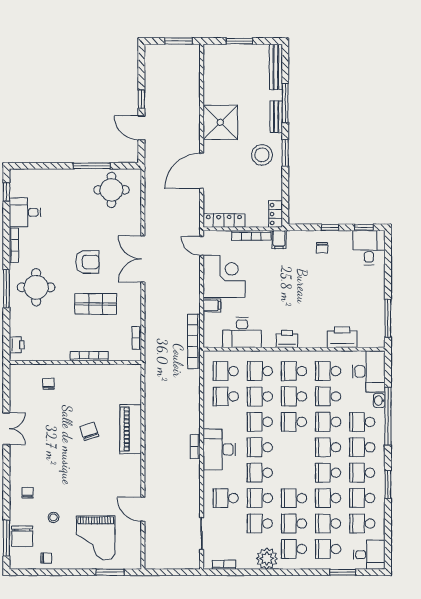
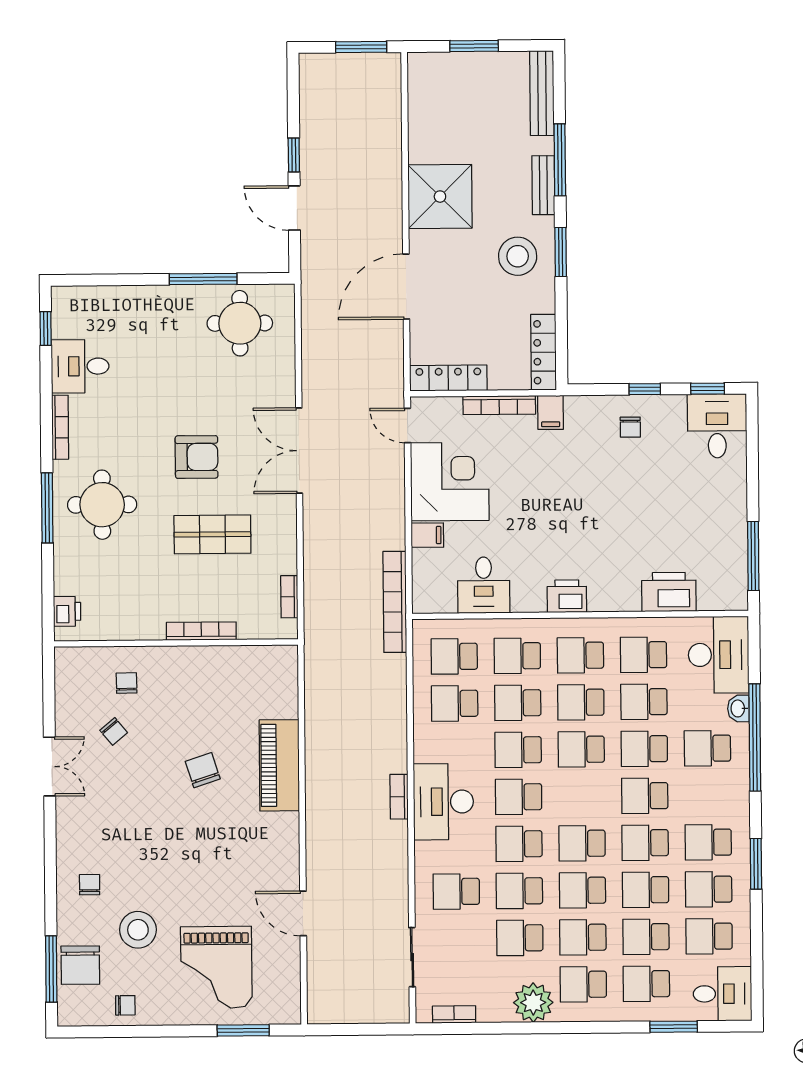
locker: (275, 214) -> (544, 352), width x1.53
desk: (242, 333) -> (484, 585), width x0.73
chair: (41, 410) -> (114, 731), added
school desk: (362, 447) -> (582, 843), moved
stool: (53, 517) -> (138, 930), width x1.89, depth x1.89

